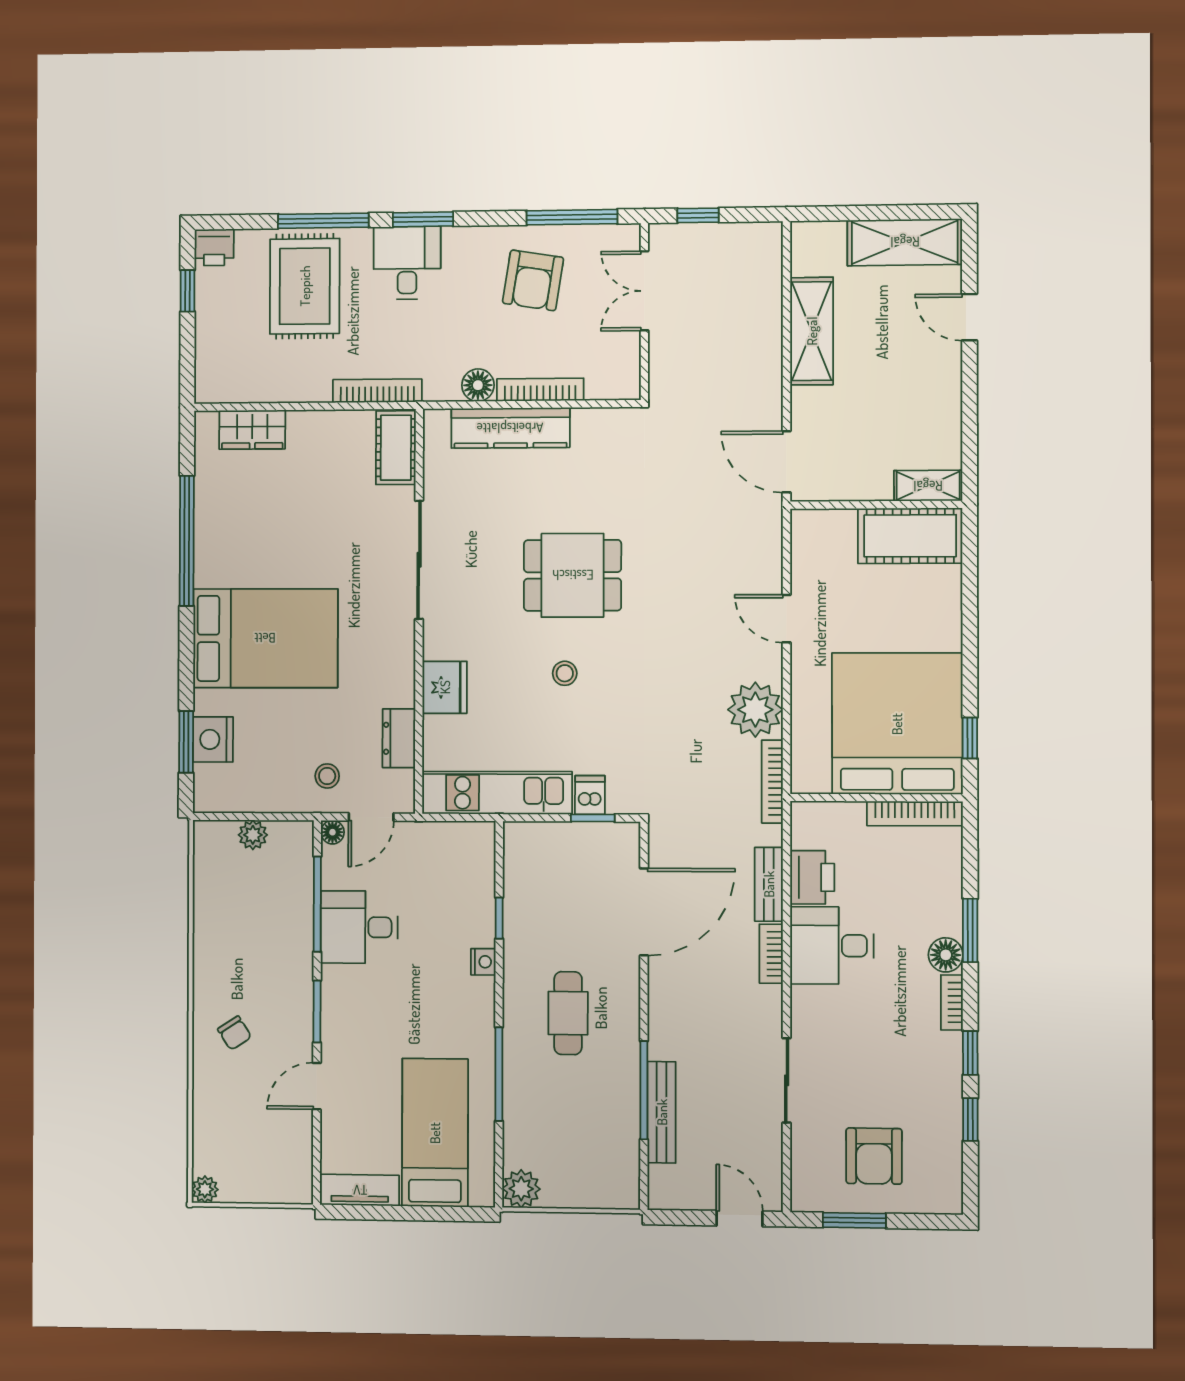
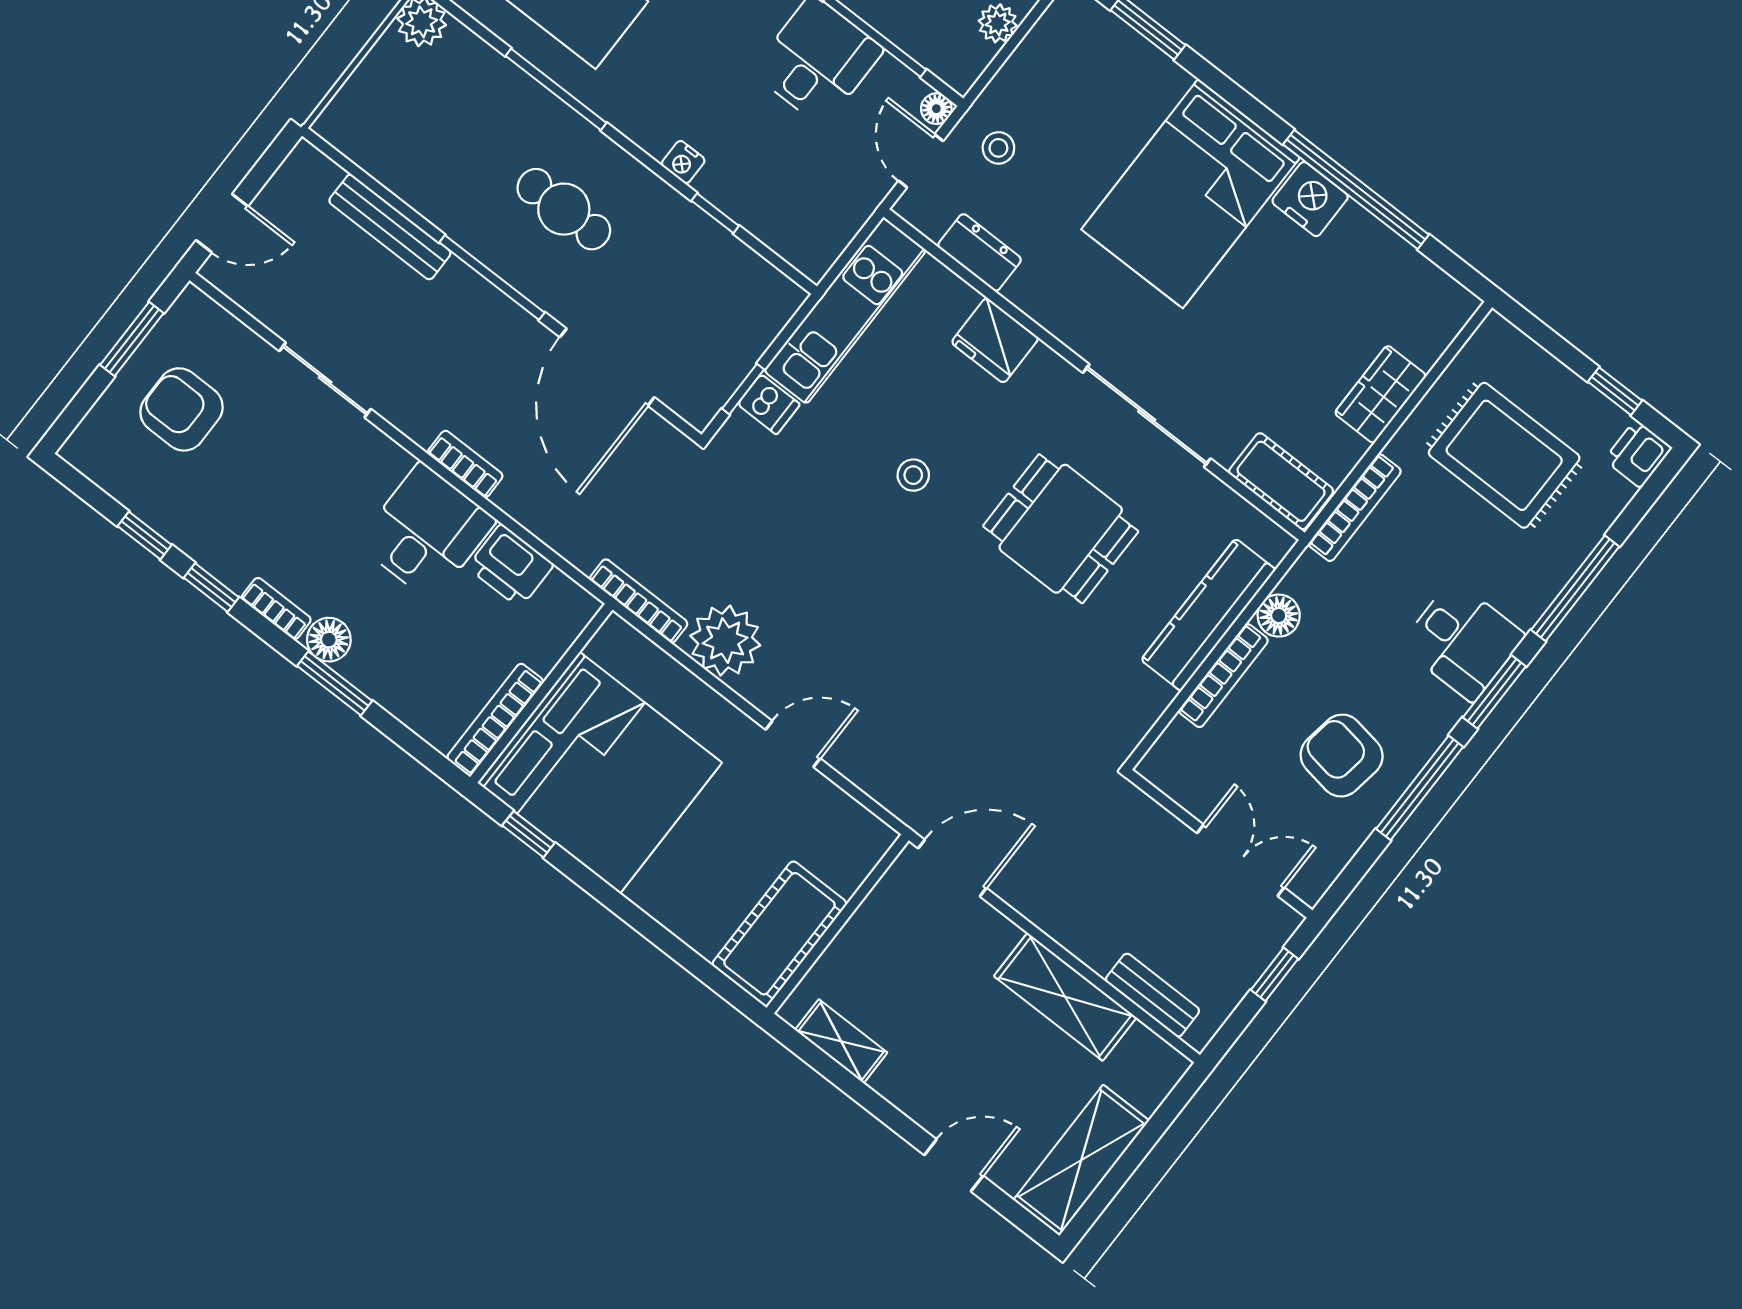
window: (572, 217) -> (1420, 788), moved
rug: (305, 286) -> (1504, 455), moved
wardrobe: (252, 430) -> (1380, 394), moved
shelving: (928, 486) -> (841, 1041), moved, turned 90
dining table: (573, 575) -> (1061, 529), moved, turned 90
nightstand: (213, 739) -> (1310, 199), moved
bench: (769, 884) -> (1152, 995), moved
window: (644, 1090) -> (492, 278), moved

